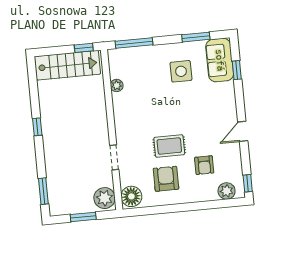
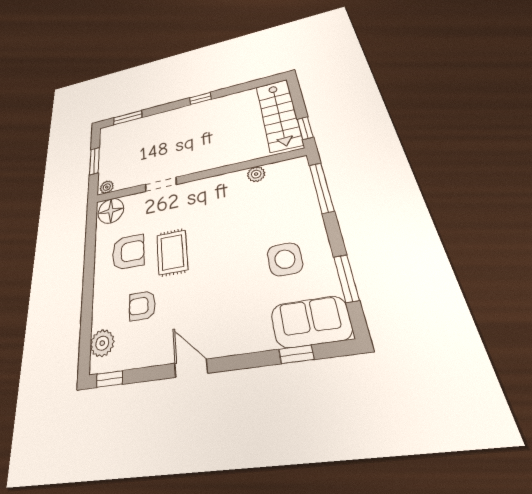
plant: (105, 198) -> (107, 187), width x0.53, depth x0.53

